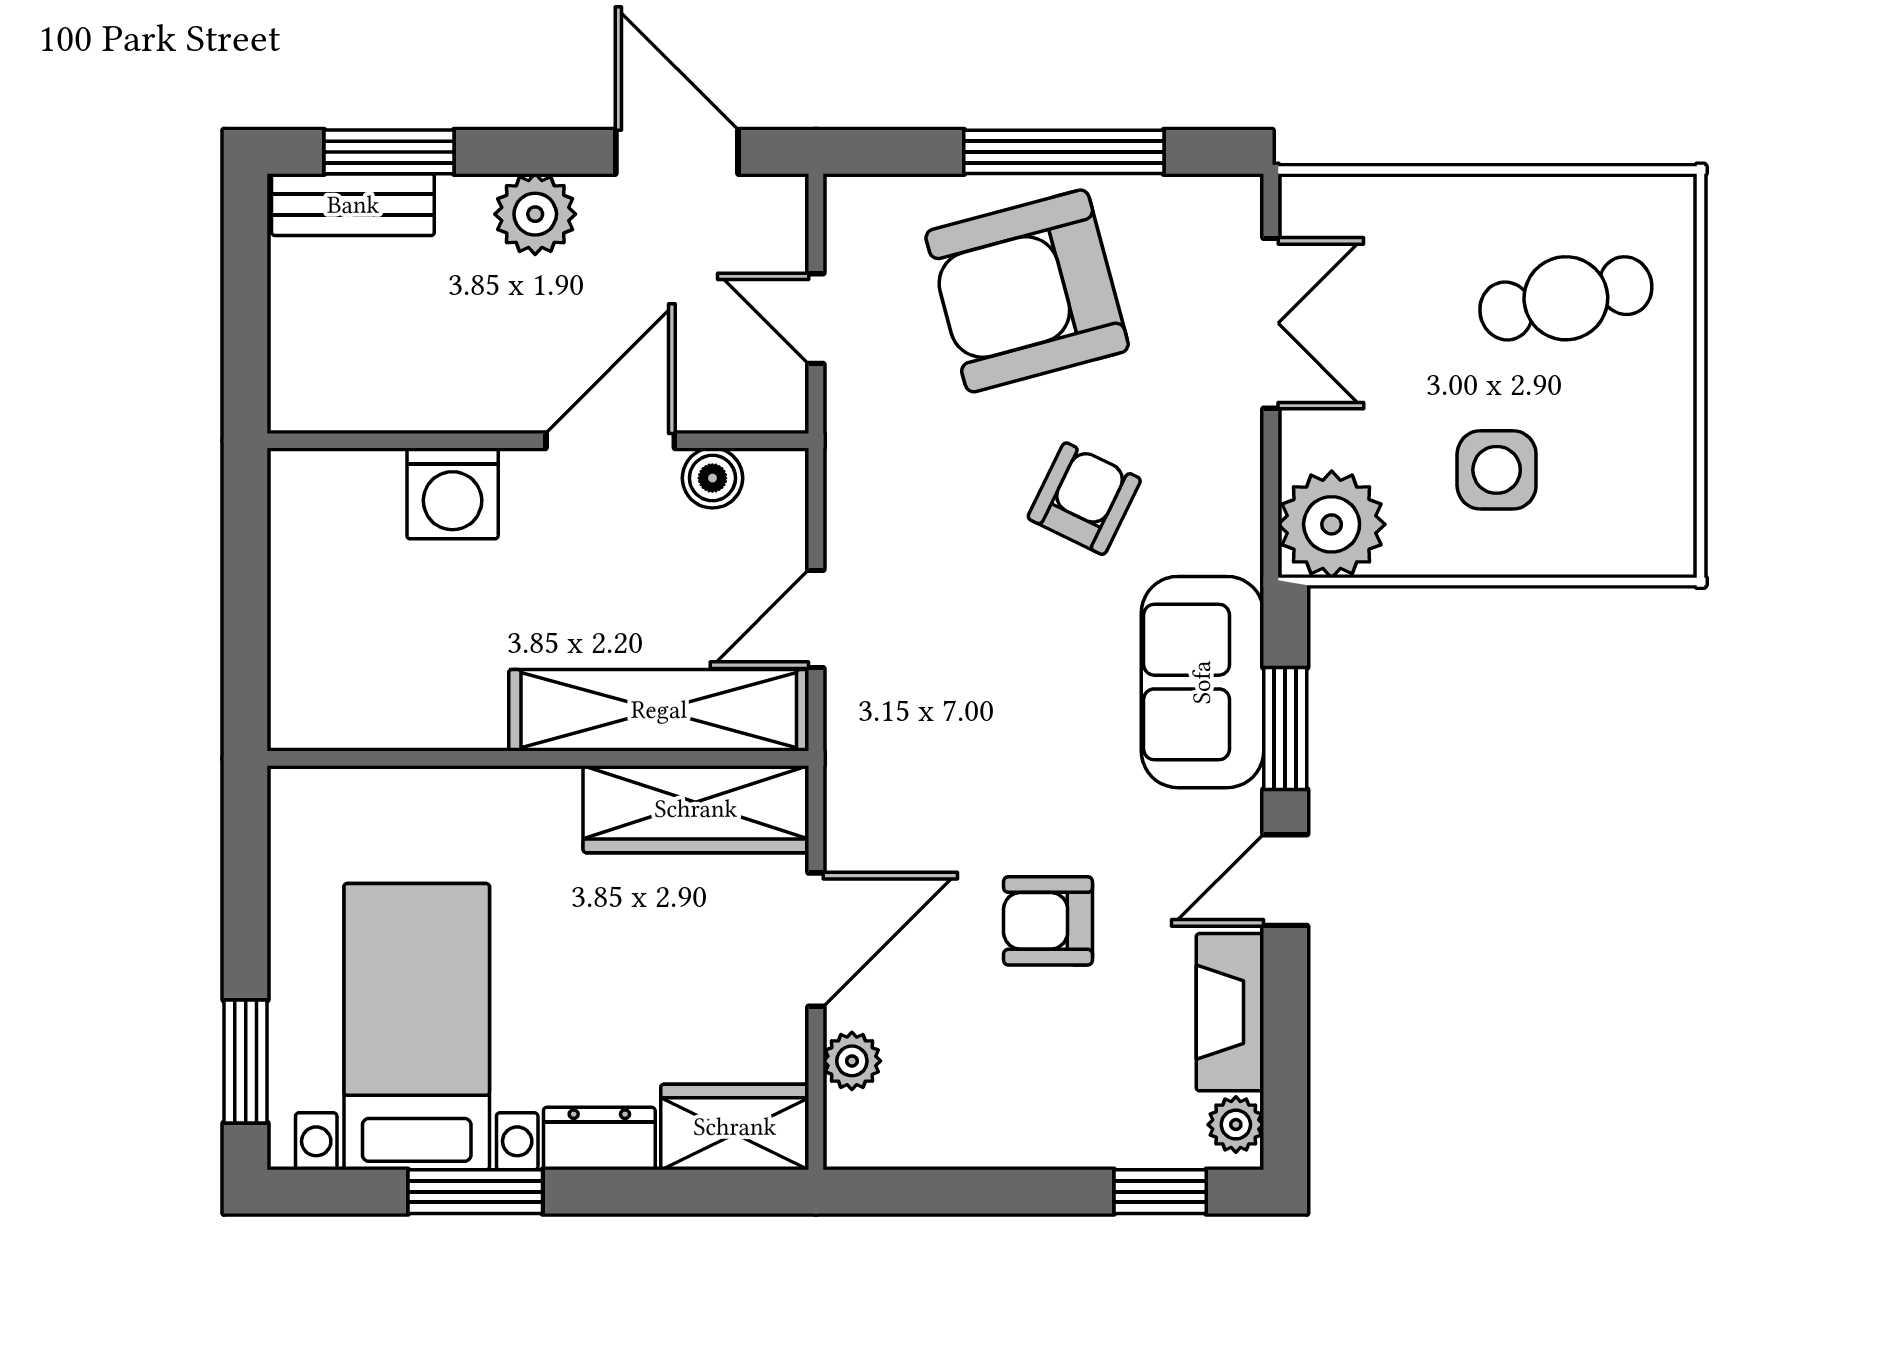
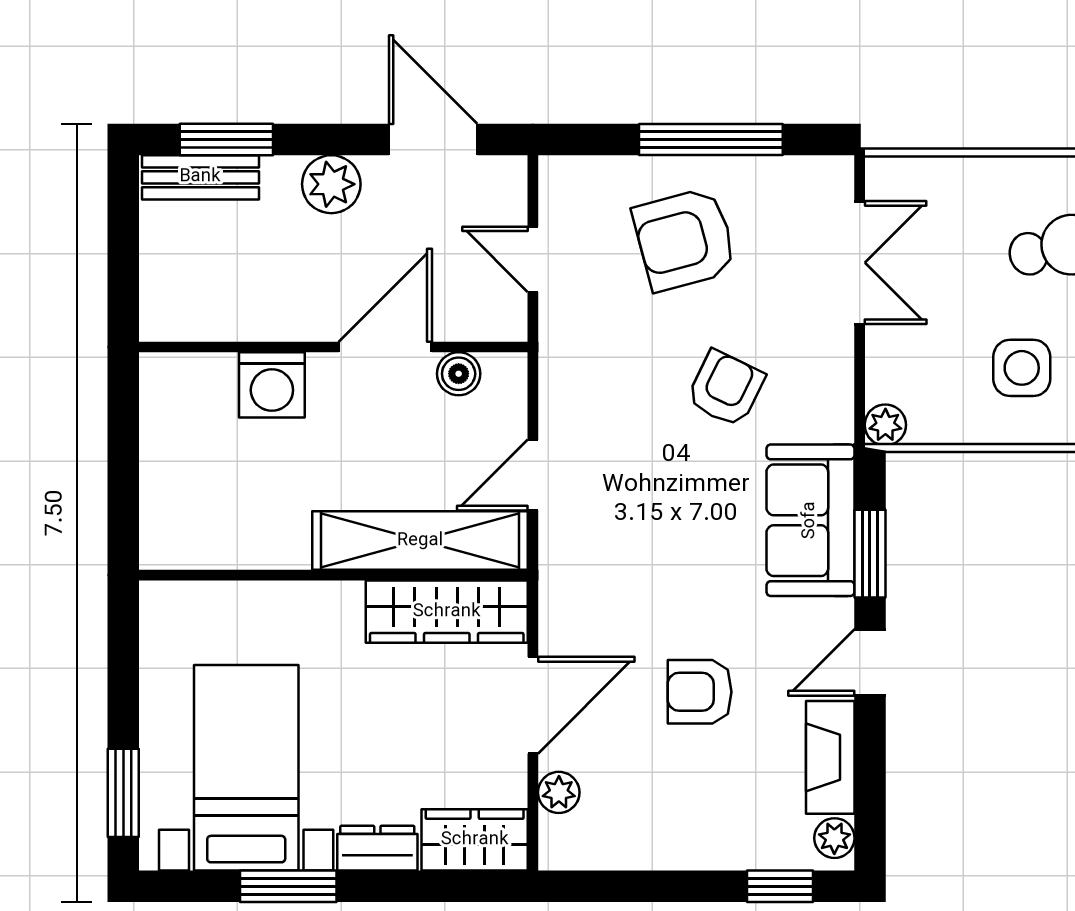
armchair: (1027, 291) -> (685, 239), width x0.73, depth x0.73
plant: (1332, 524) -> (885, 425), width x0.53, depth x0.53

